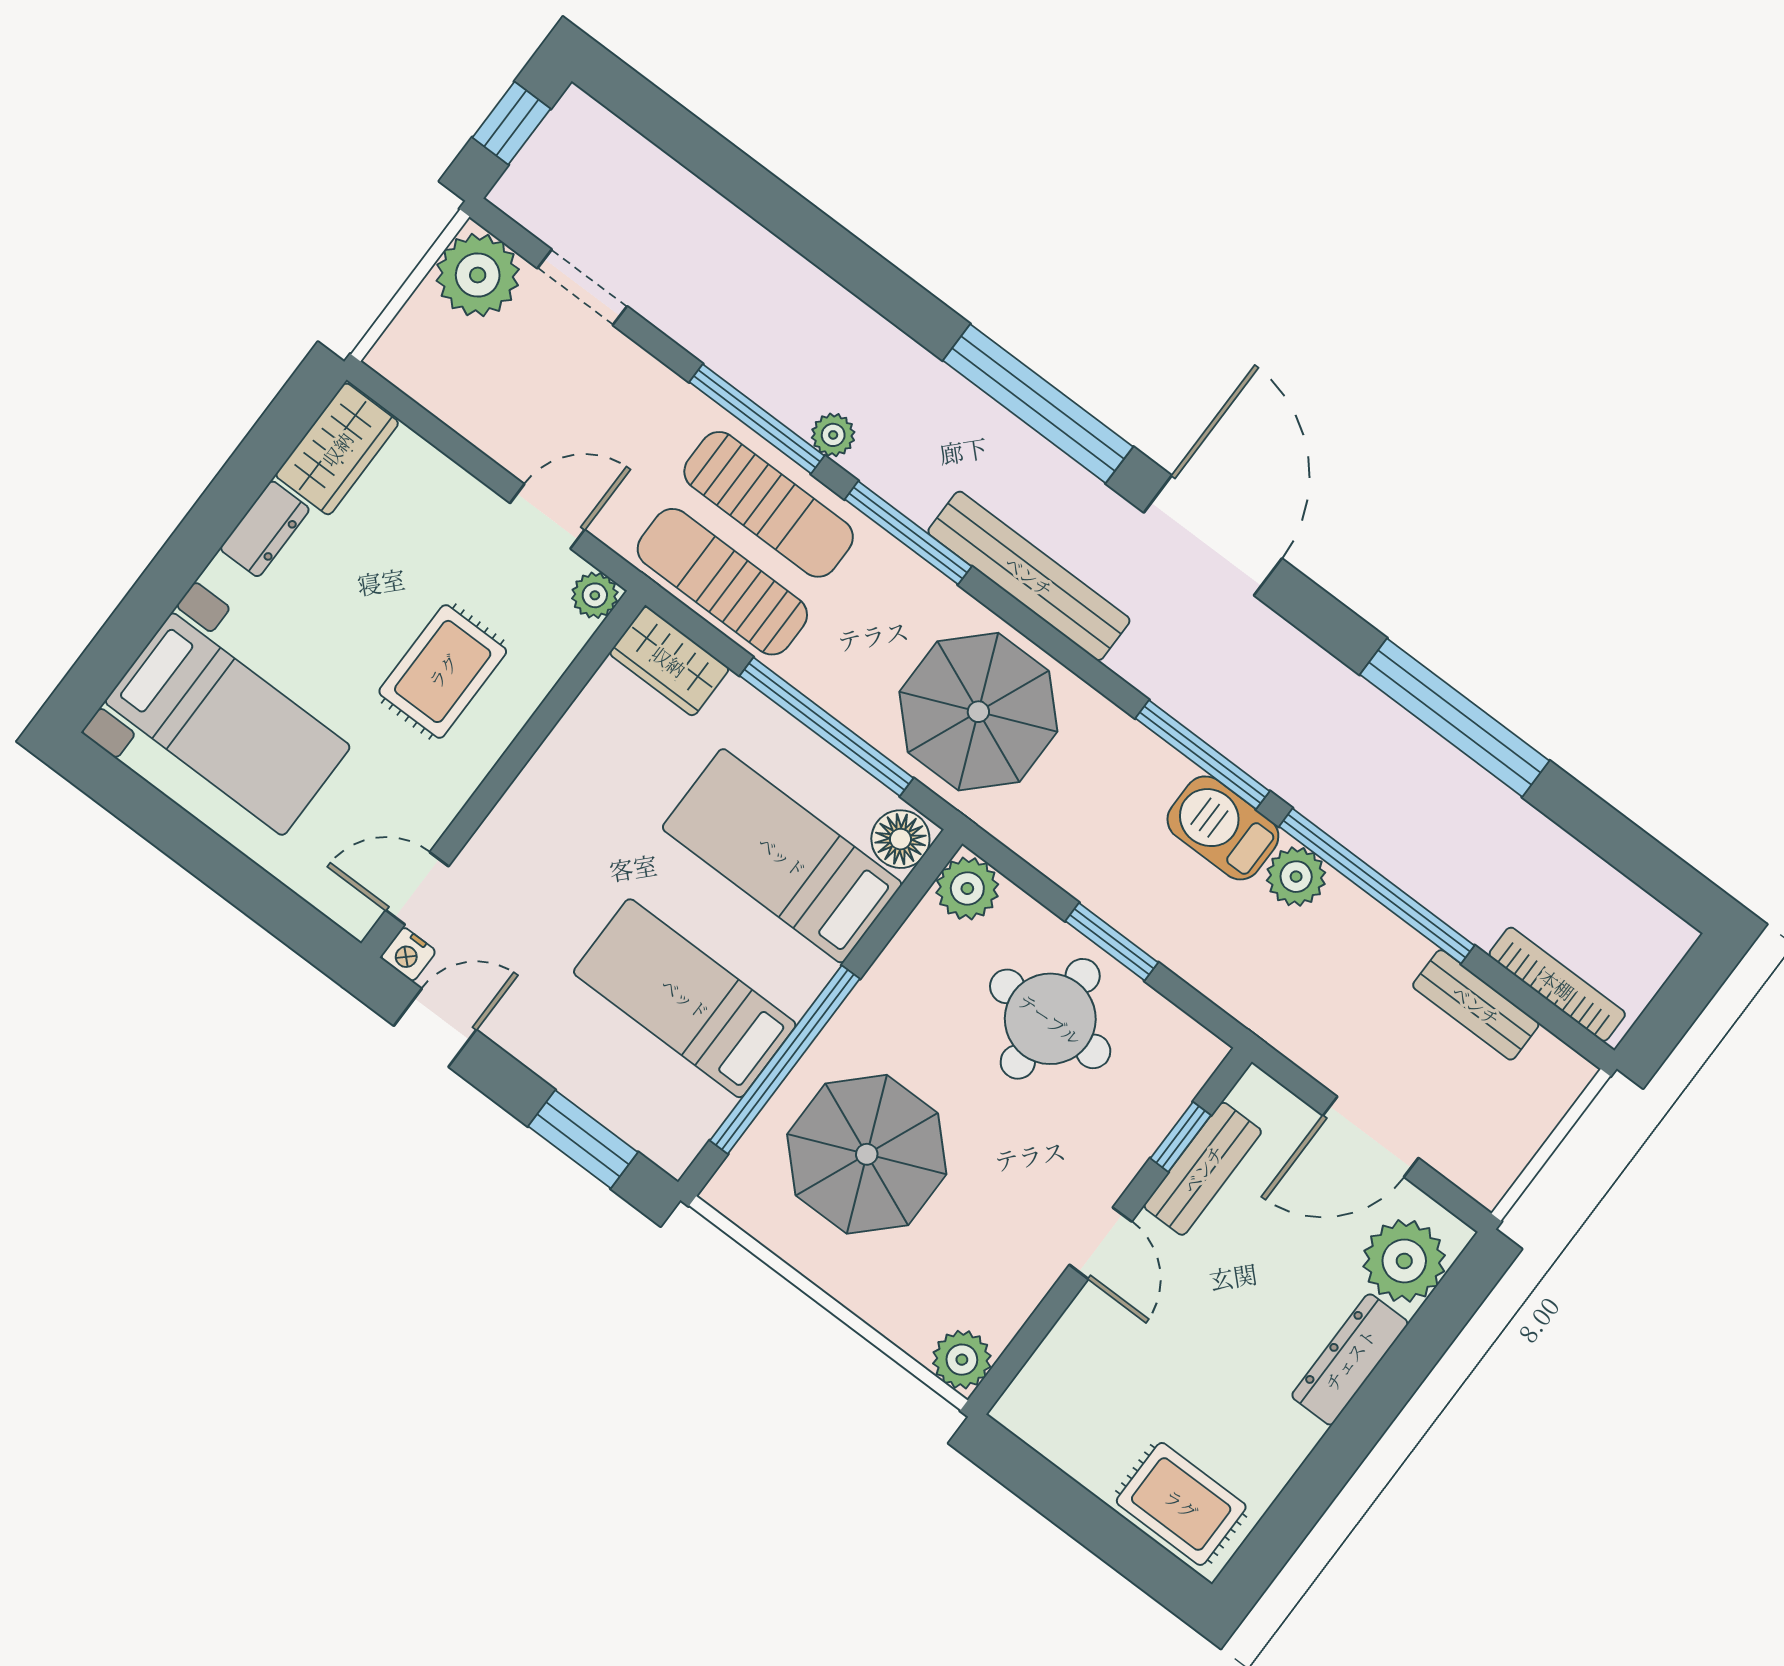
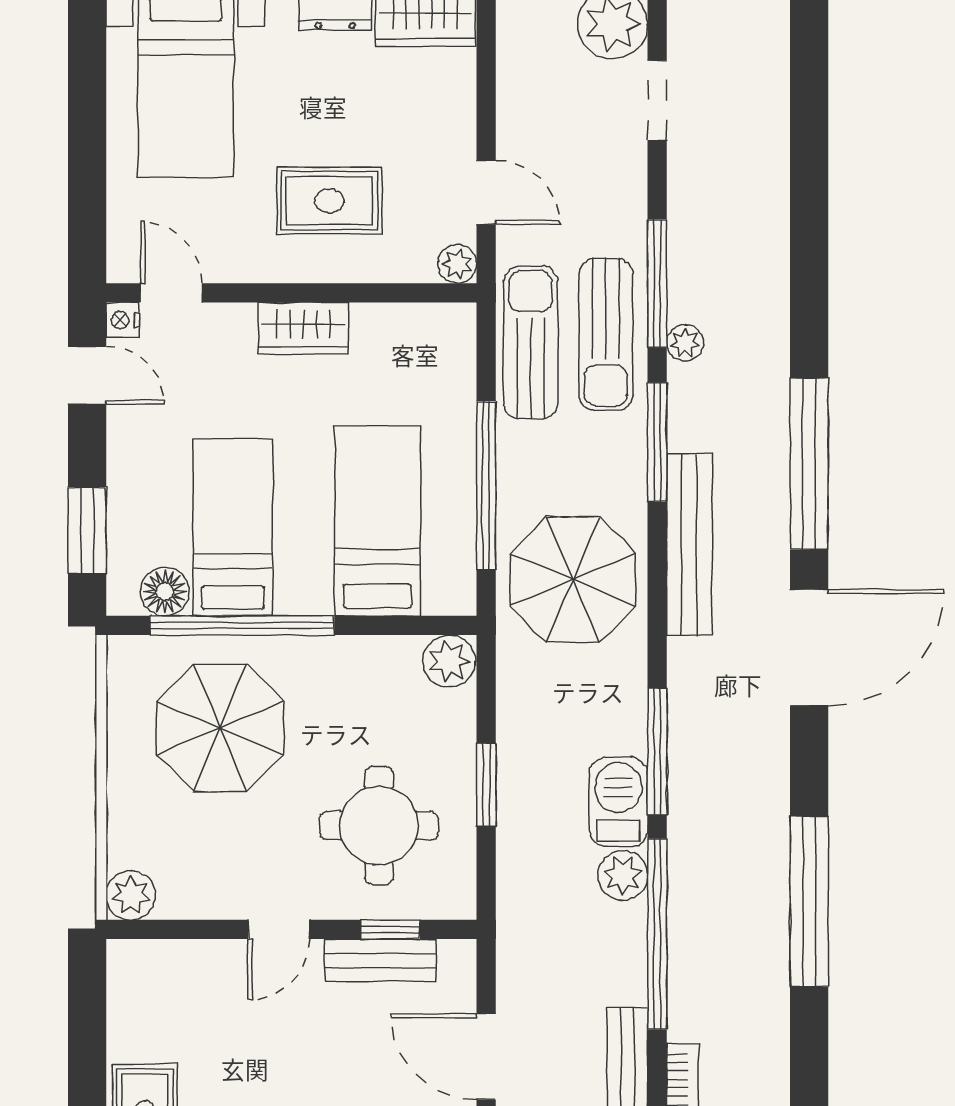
wardrobe: (669, 661) -> (303, 328), moved, turned -90
floor lamp: (900, 839) -> (165, 592), moved
round table: (1050, 1019) -> (379, 826), moved

